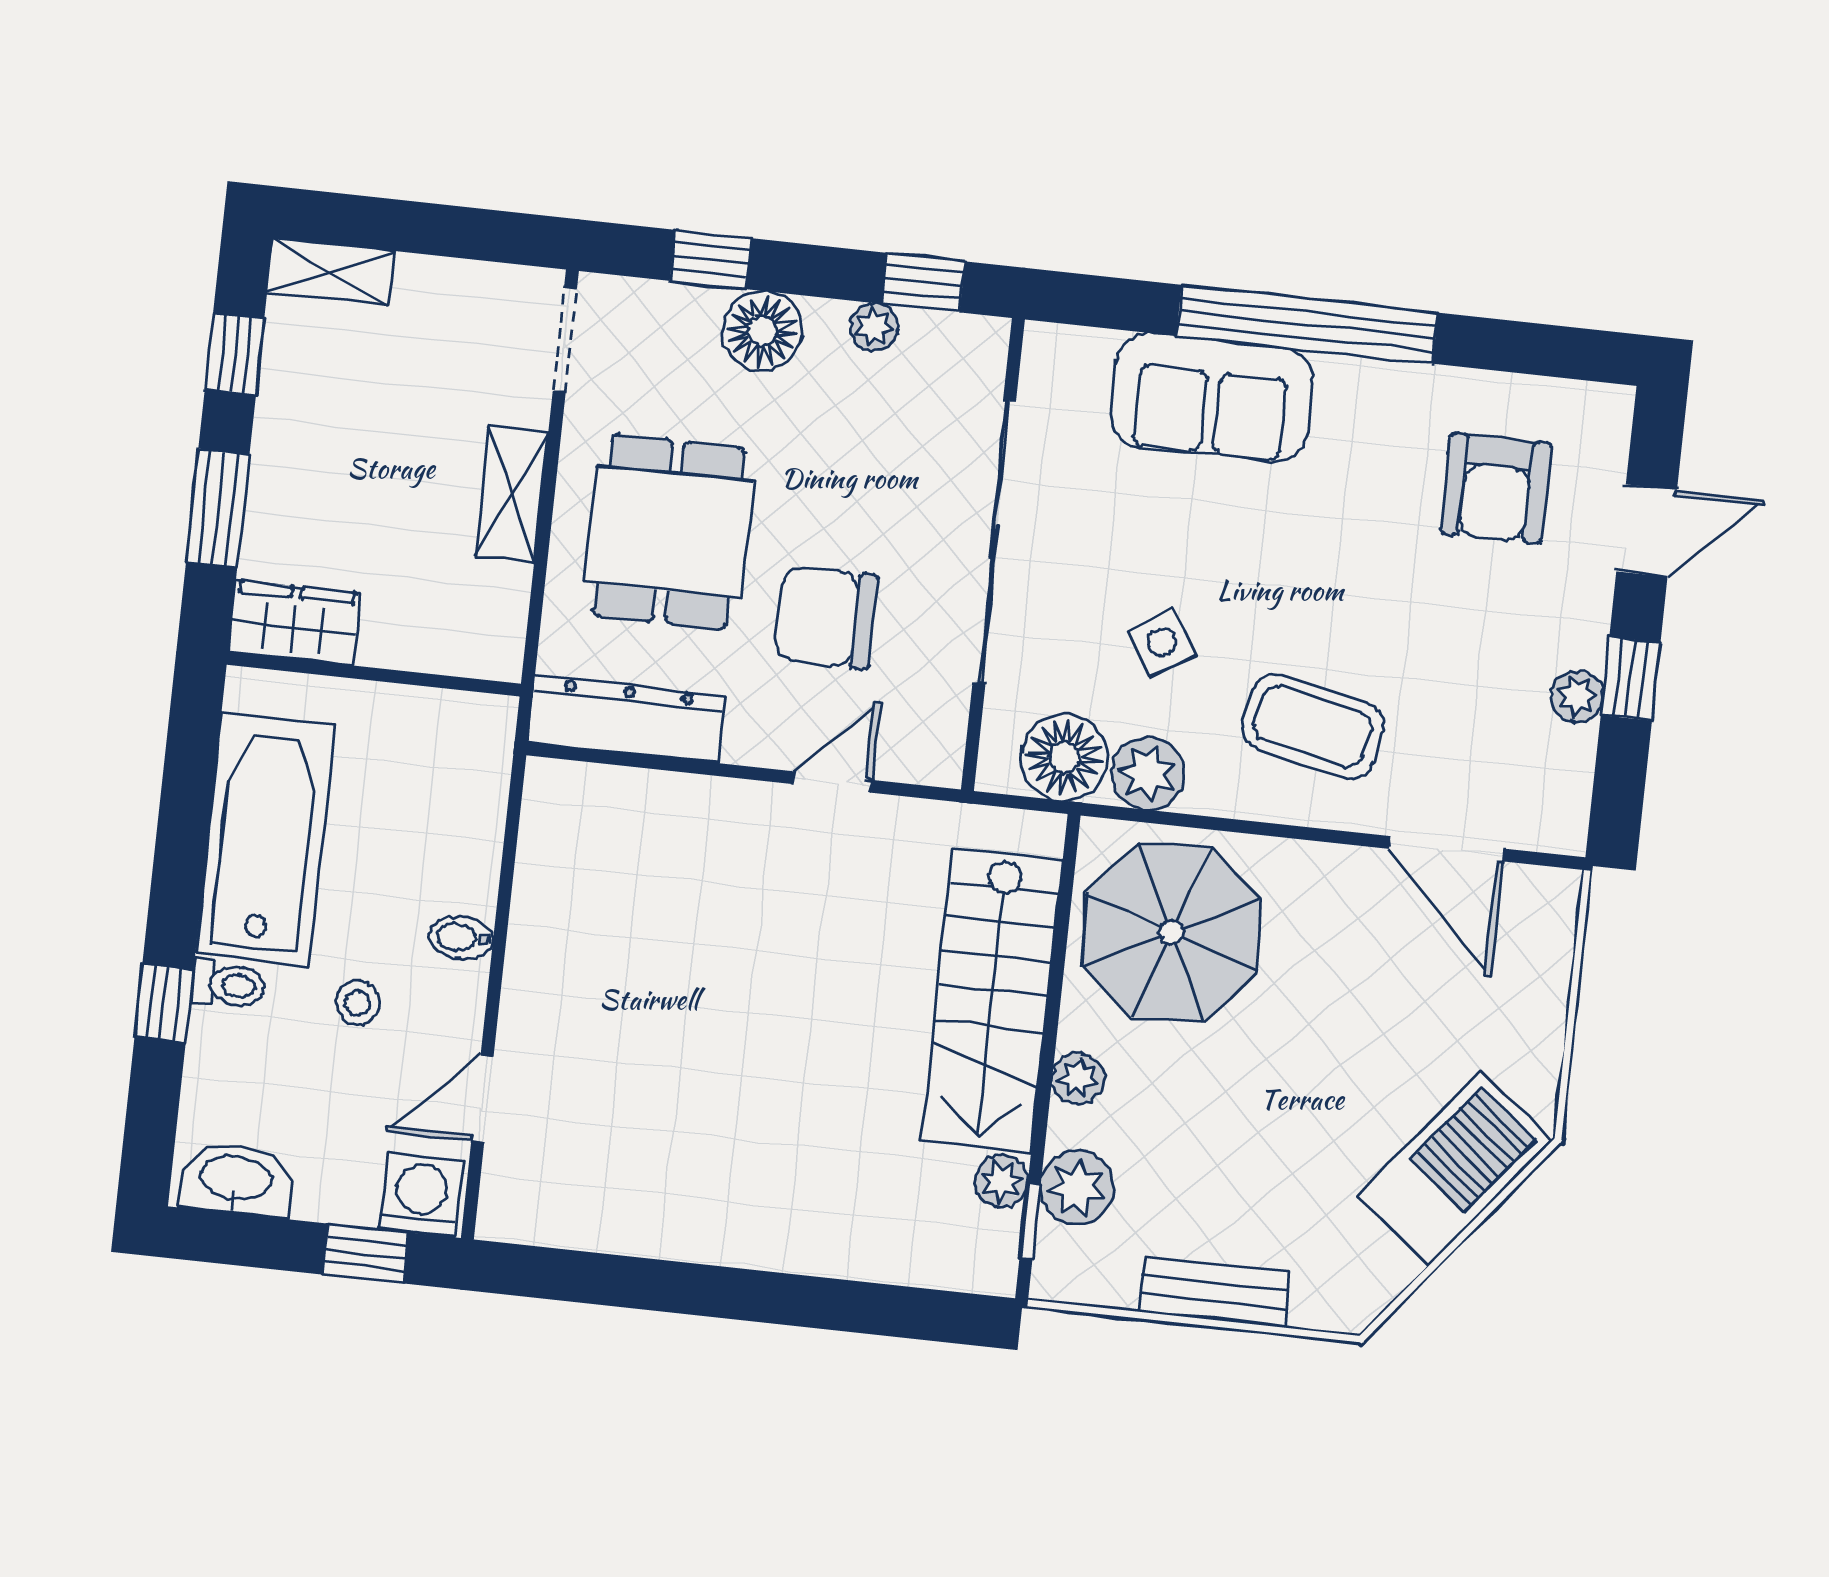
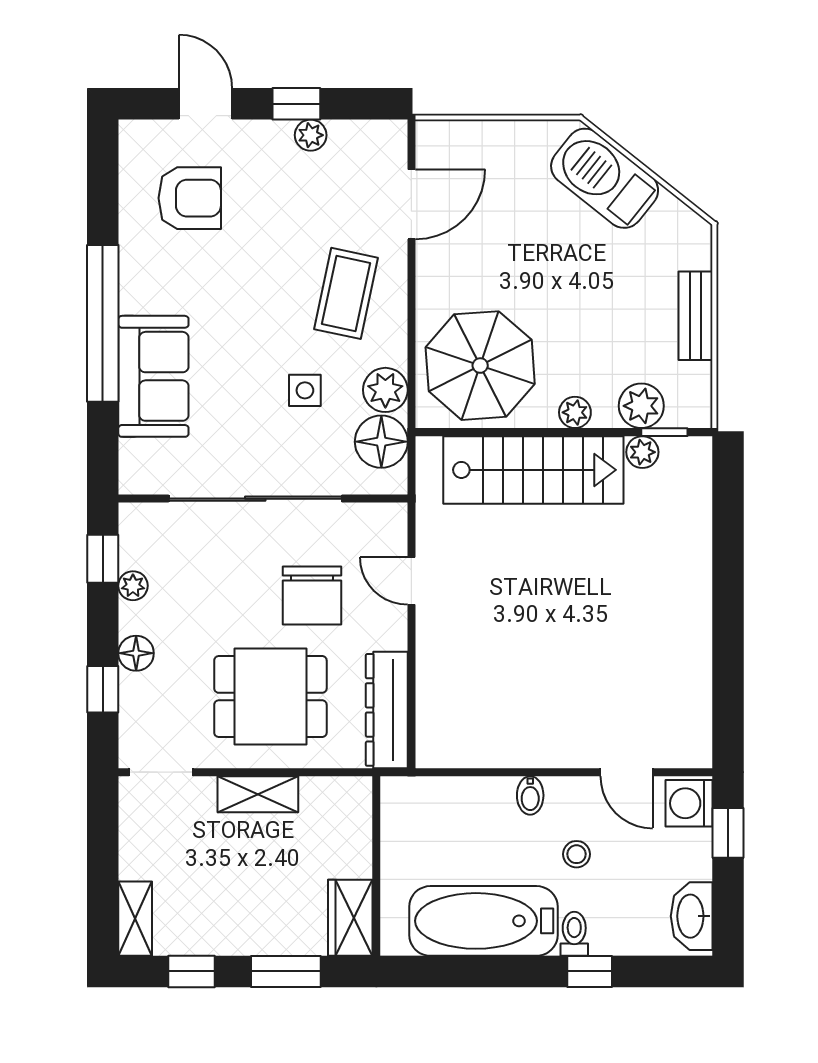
floor lamp: (762, 331) -> (136, 653), width x0.73, depth x0.73
side table: (1162, 642) -> (305, 390), turned 32

